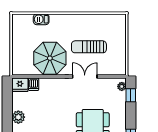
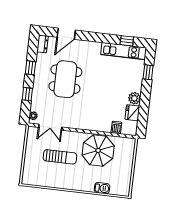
double door: (85, 77) -> (50, 127), moved
fridge: (20, 85) -> (132, 113), moved, turned -90
window: (131, 95) -> (27, 94), moved

